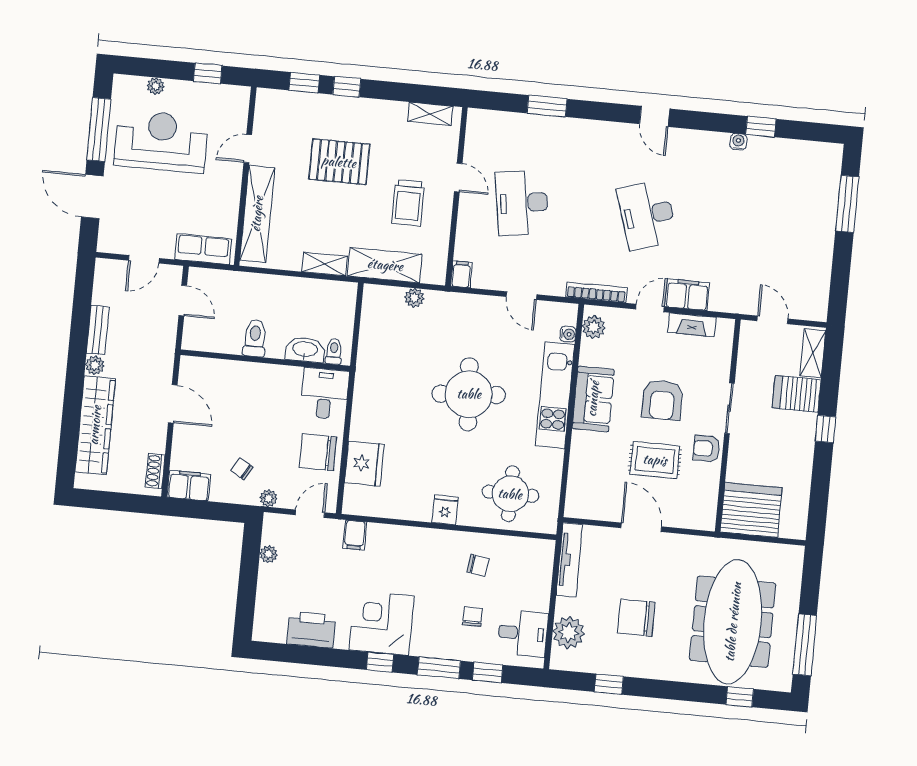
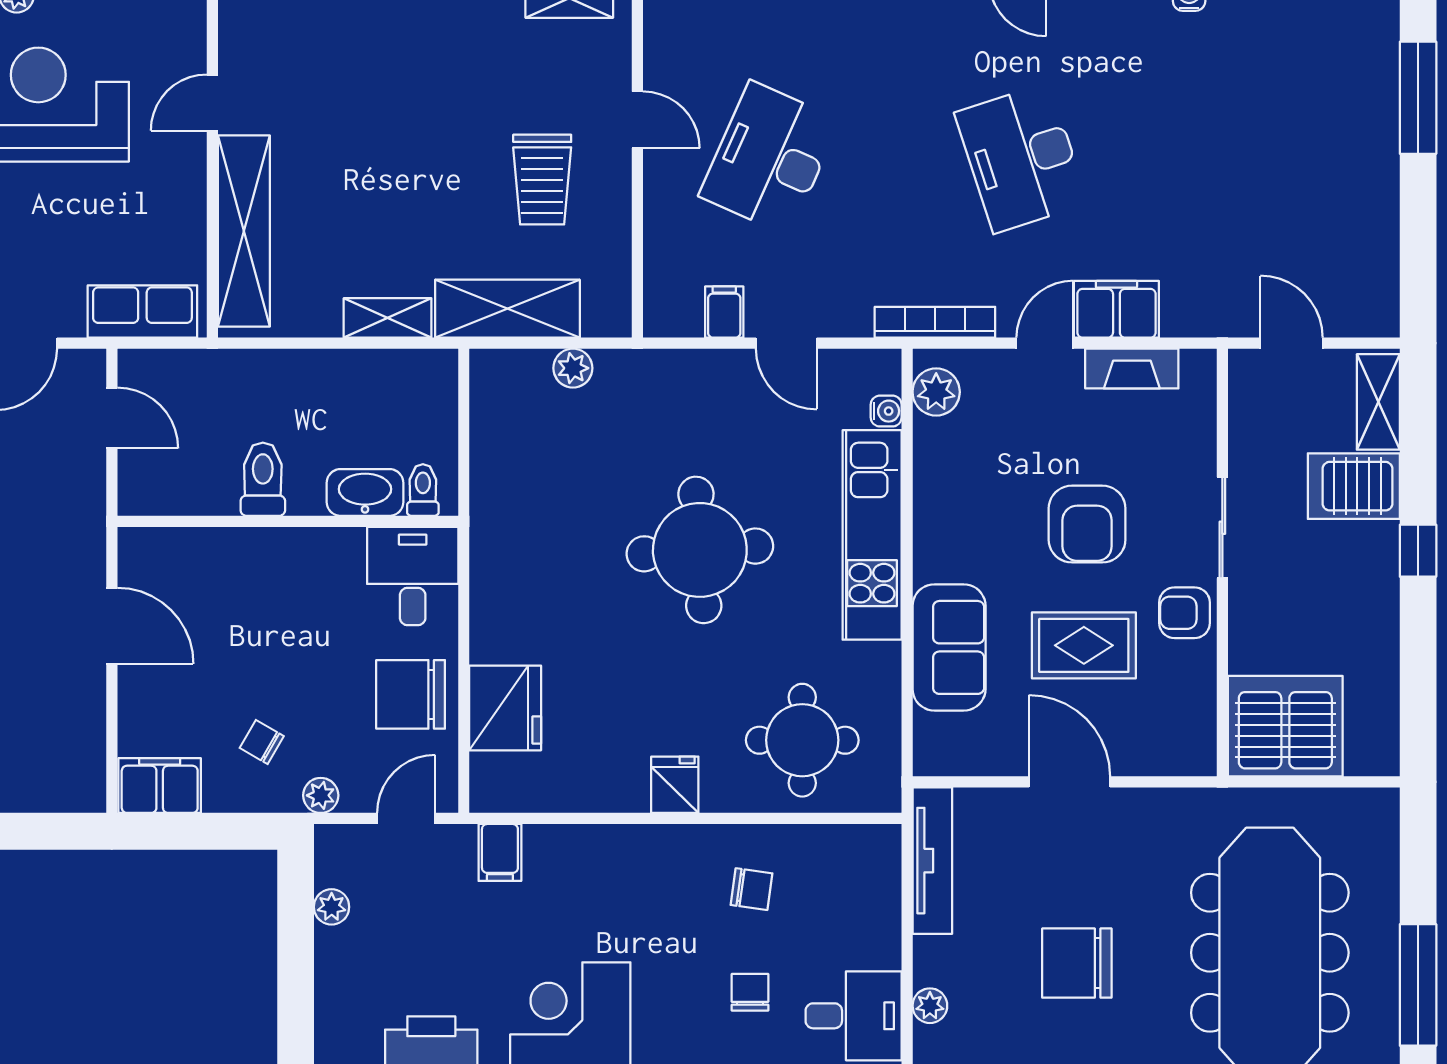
pallet: (339, 162) -> (398, 111), removed
desk: (522, 203) -> (770, 158), turned 33
filing cabinet: (461, 274) -> (724, 312), moved
sofa: (593, 399) -> (949, 647), moved
shoe rack: (155, 471) -> (90, 763), removed
plant: (569, 633) -> (930, 1006), width x0.53, depth x0.53

